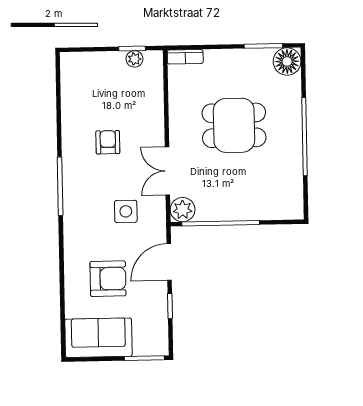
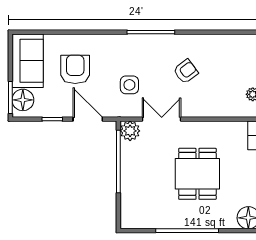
armchair: (108, 142) -> (186, 71), turned -37
armchair: (108, 279) -> (75, 69), turned 180
floor lamp: (147, 343) -> (23, 100), added

